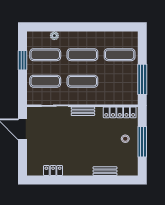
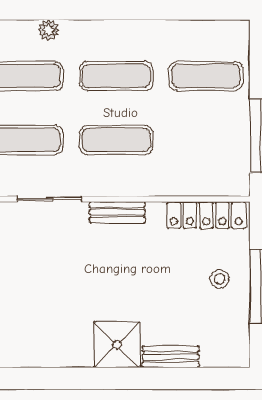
shower: (83, 166) -> (117, 345), added
locker: (53, 171) -> (45, 356), removed

